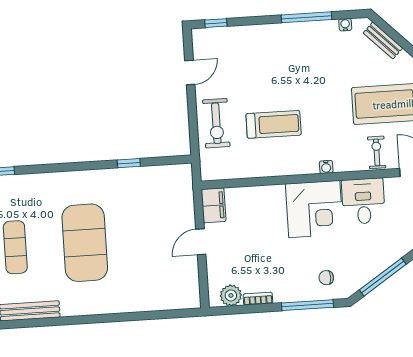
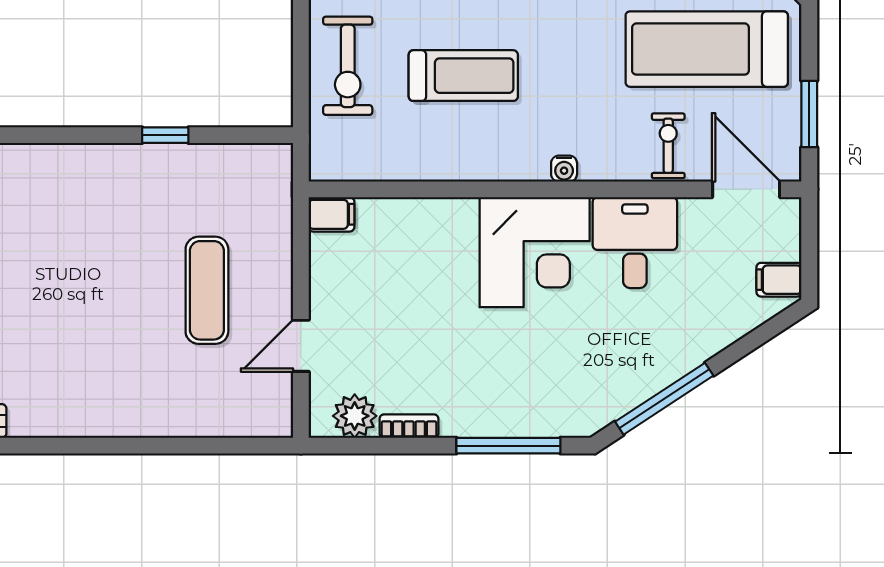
filing cabinet: (214, 205) -> (331, 214), width x0.50
door: (201, 242) -> (301, 346), moved
exercise mat: (85, 243) -> (207, 290), moved, width x0.50, depth x0.69
chair: (326, 278) -> (550, 392), removed

